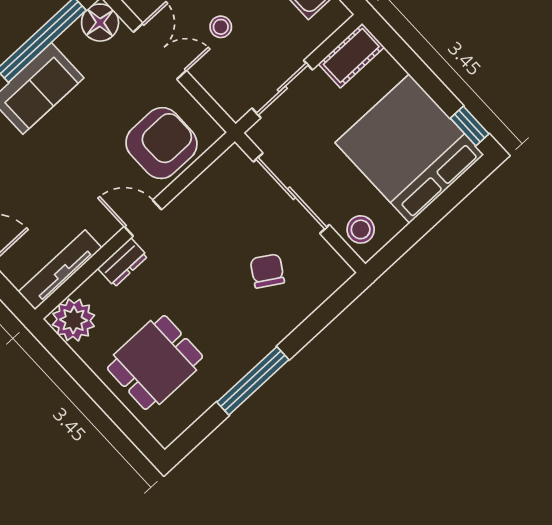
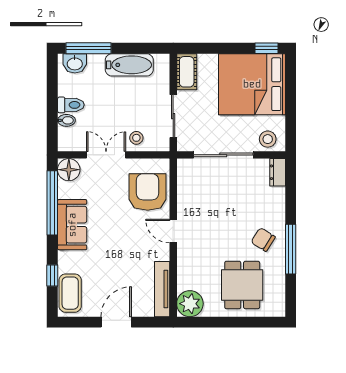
stool: (221, 27) -> (136, 138), moved
door: (143, 218) -> (173, 231), hinge flipped
dresser: (123, 262) -> (278, 172), moved, turned 180
chair: (267, 271) -> (263, 240), moved

